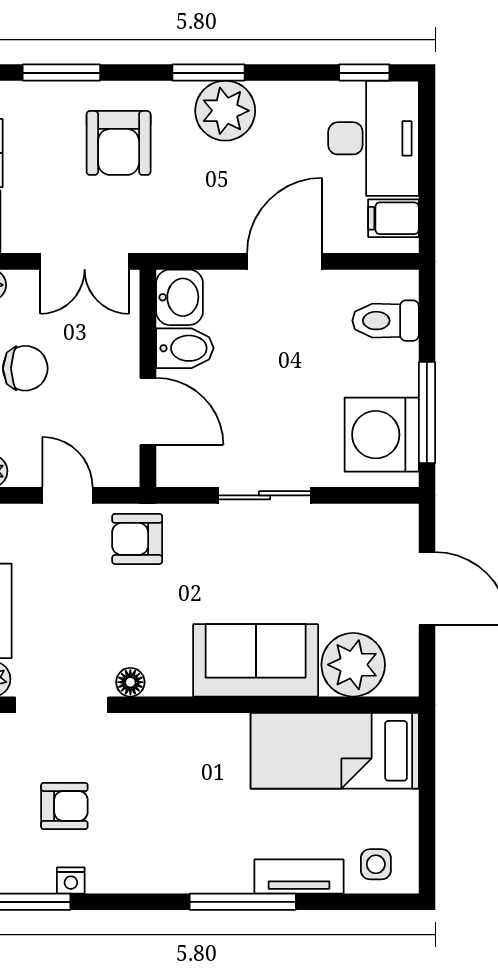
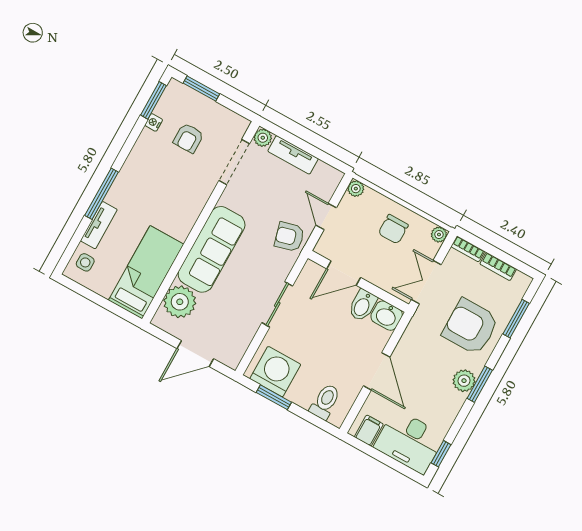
plant: (225, 111) -> (464, 381), width x0.73, depth x0.73
armchair: (119, 143) -> (471, 327), width x1.36, depth x1.36
window: (427, 413) -> (274, 397), width x0.69
door: (67, 495) -> (326, 217), swing flipped
armchair: (137, 539) -> (289, 237), turned -105
sofa: (256, 660) -> (212, 249), width x1.36
floor lamp: (130, 682) -> (227, 198), removed

